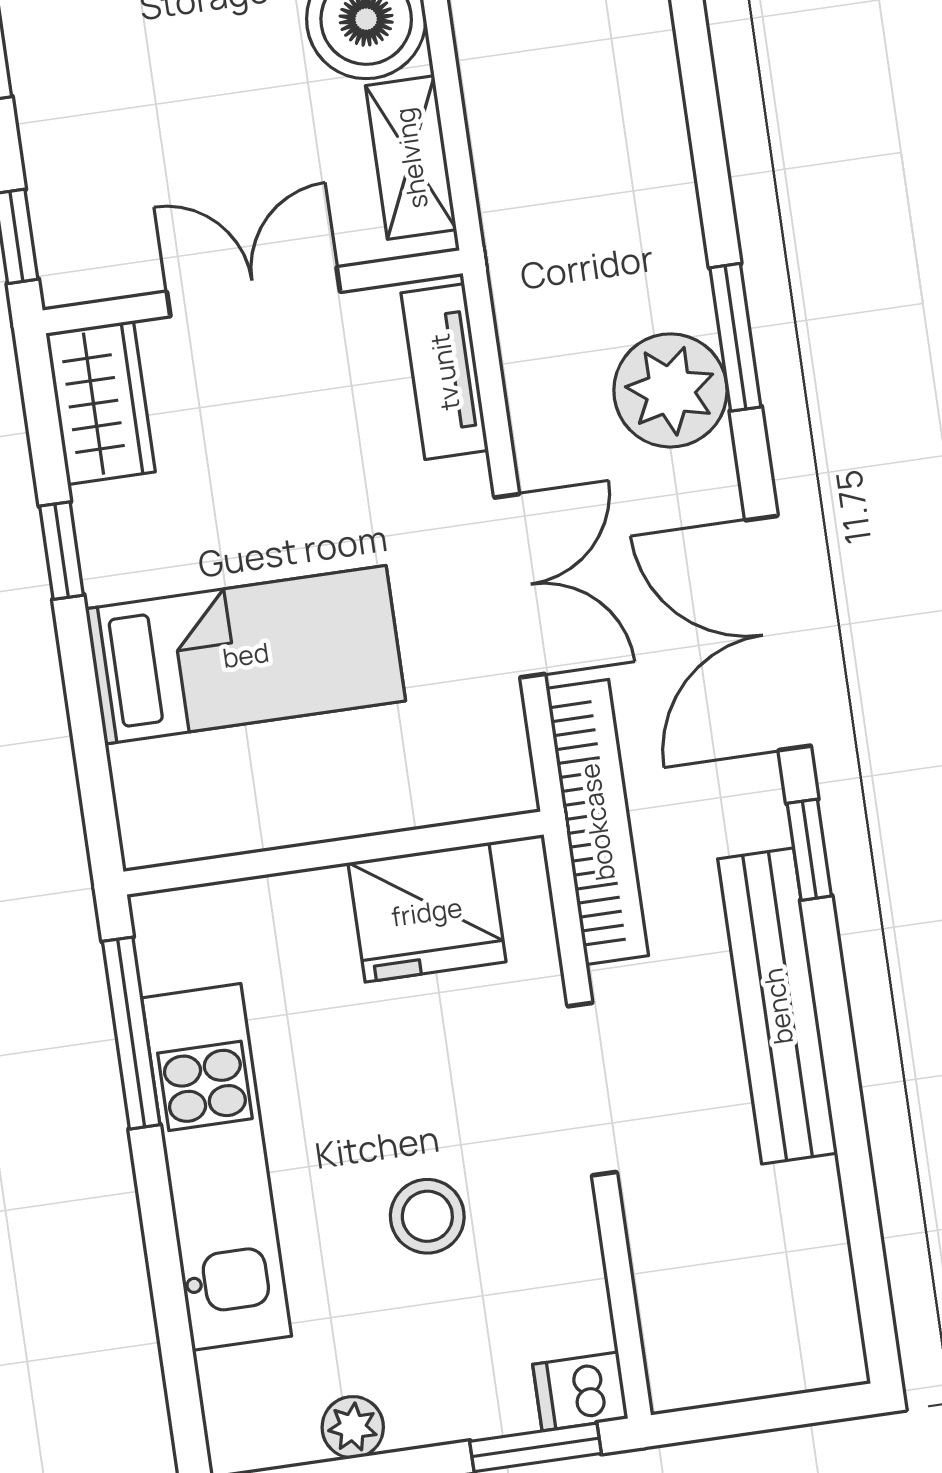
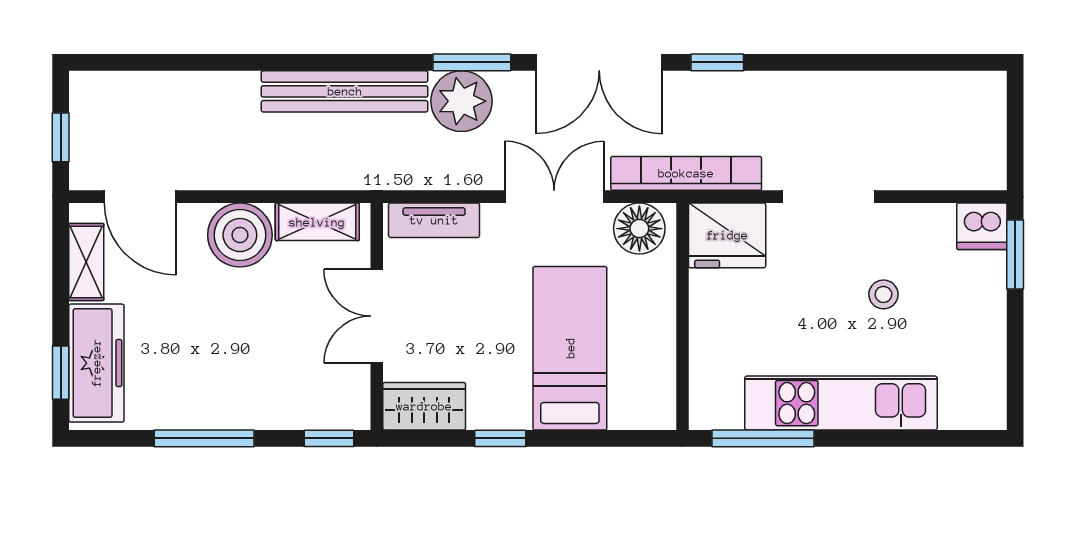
window: (735, 337) -> (472, 62), moved
floor lamp: (484, 751) -> (639, 229), added
fridge: (427, 912) -> (727, 235), moved, turned 90
bench: (778, 1006) -> (345, 91), moved
stool: (427, 1216) -> (883, 294), width x0.73, depth x0.73
dishwasher: (580, 1391) -> (982, 226), width x1.38
plant: (353, 1427) -> (990, 350), removed

